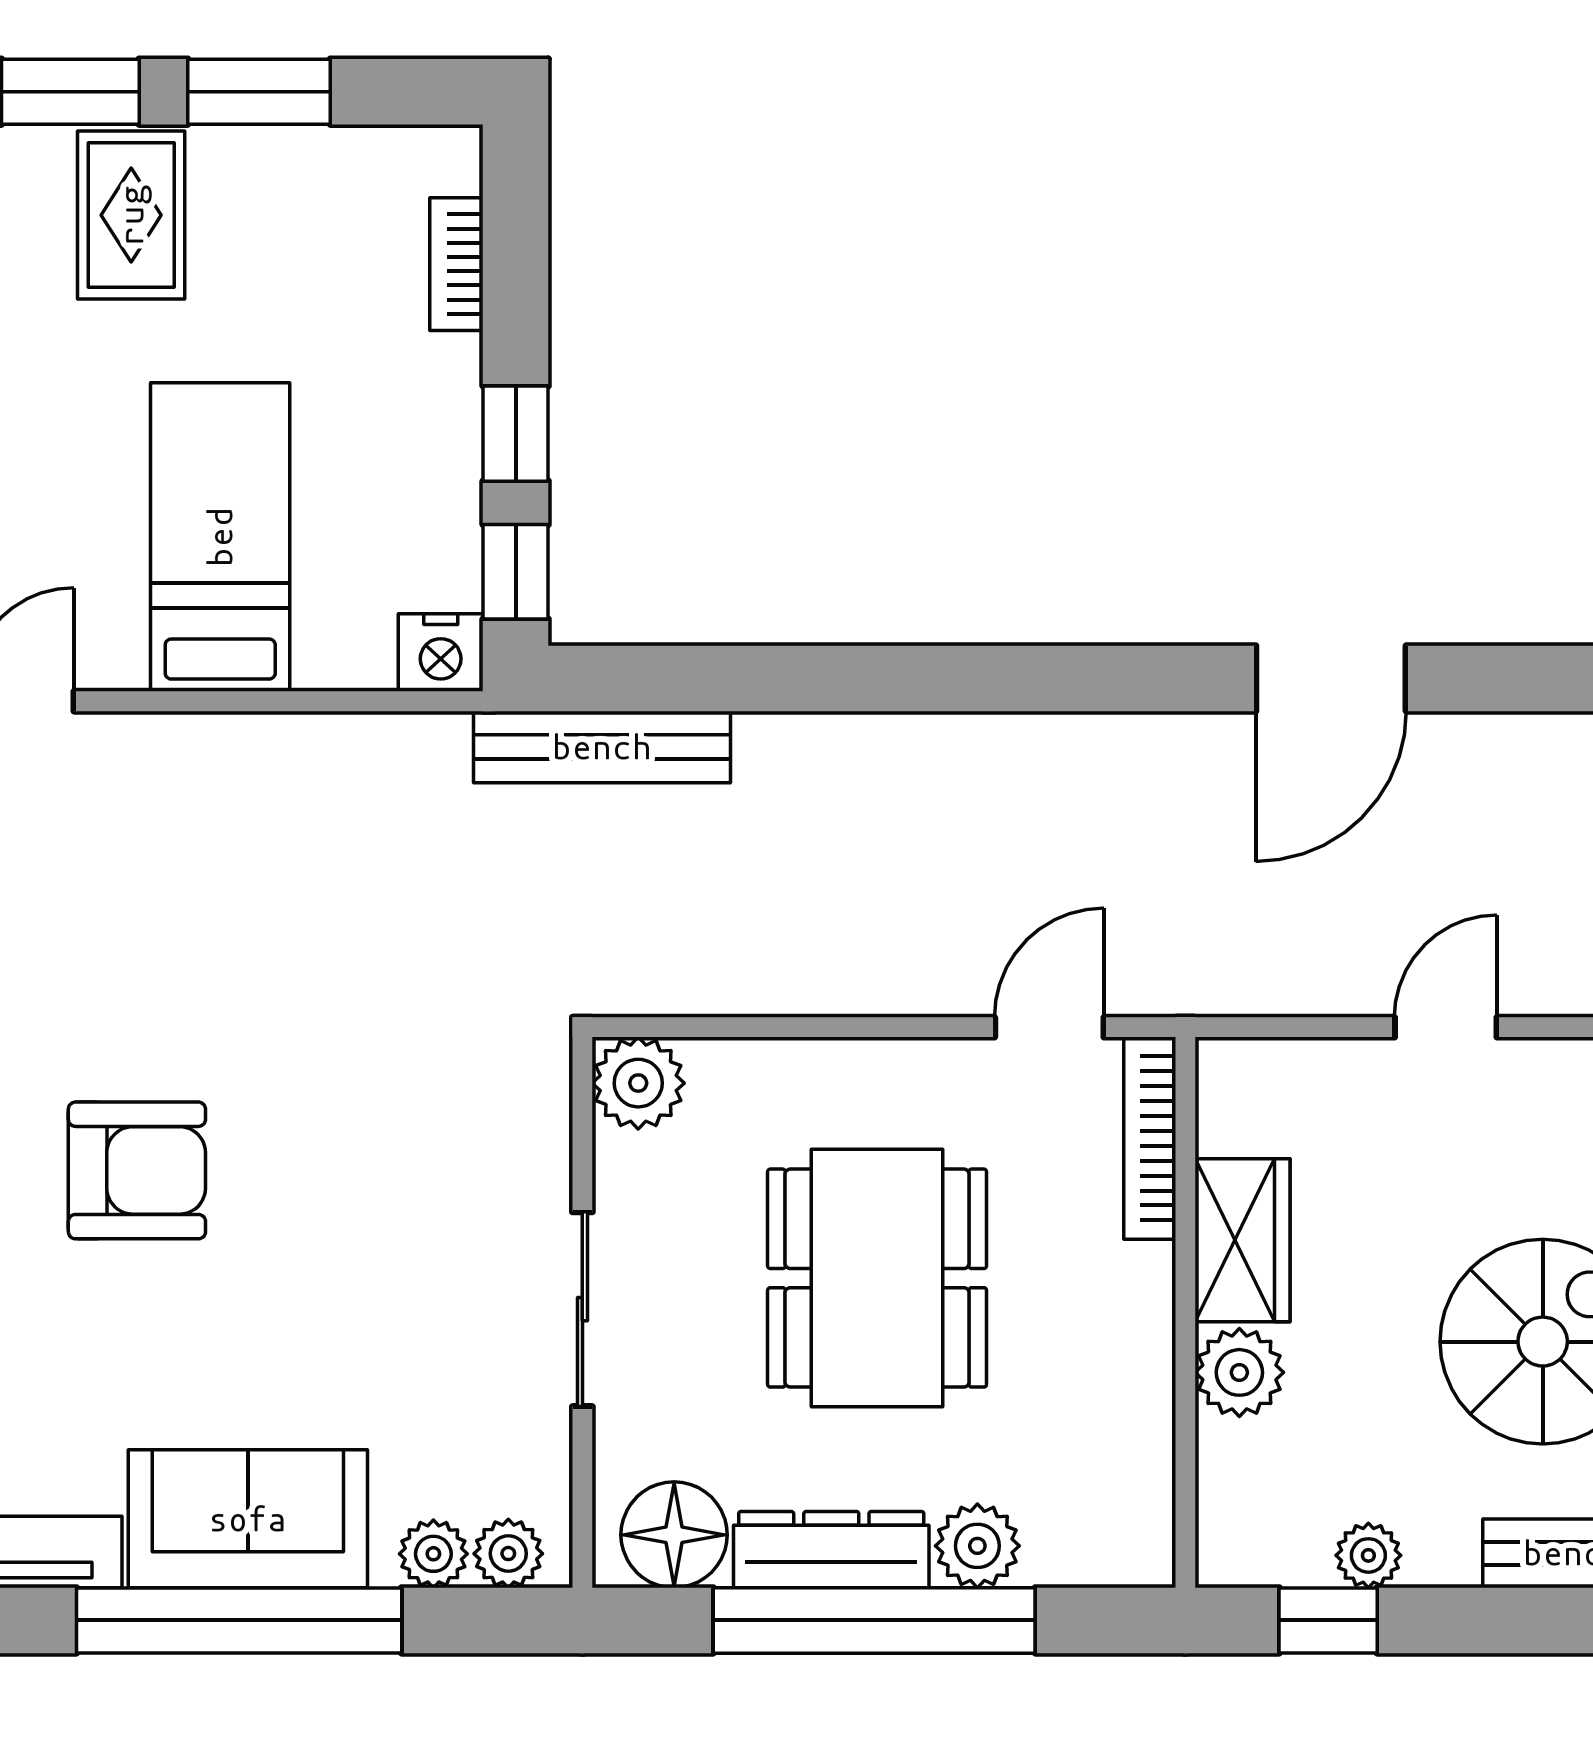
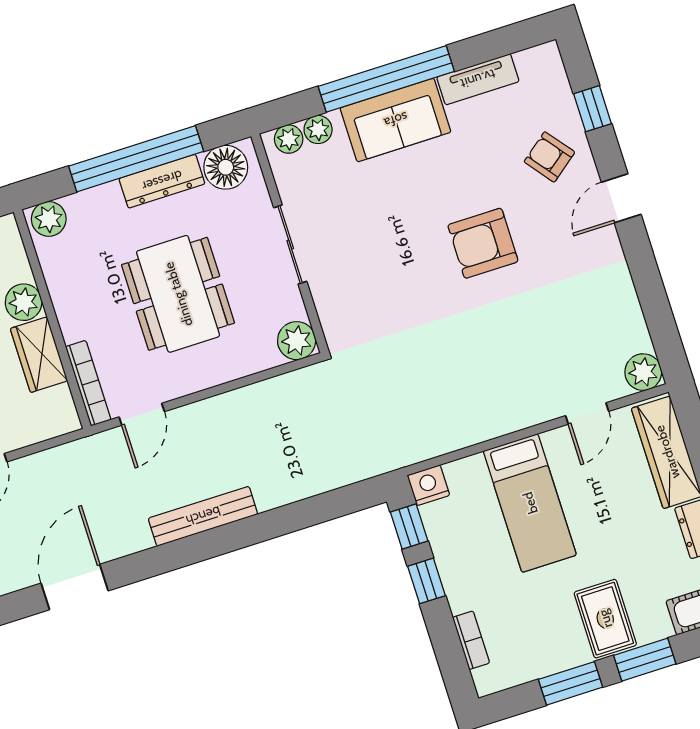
bench: (602, 747) -> (203, 516), moved
plant: (977, 1546) -> (49, 219), moved

